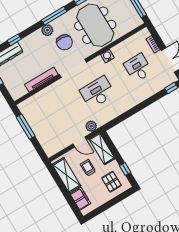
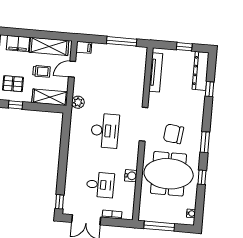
window: (54, 16) -> (205, 142), width x0.69
plant: (47, 30) -> (196, 126), removed
water cooler: (107, 56) -> (131, 176), moved
tv unit: (41, 80) -> (156, 72), moved
door: (80, 142) -> (72, 69), moved
filing cabinet: (49, 150) -> (84, 47), added

